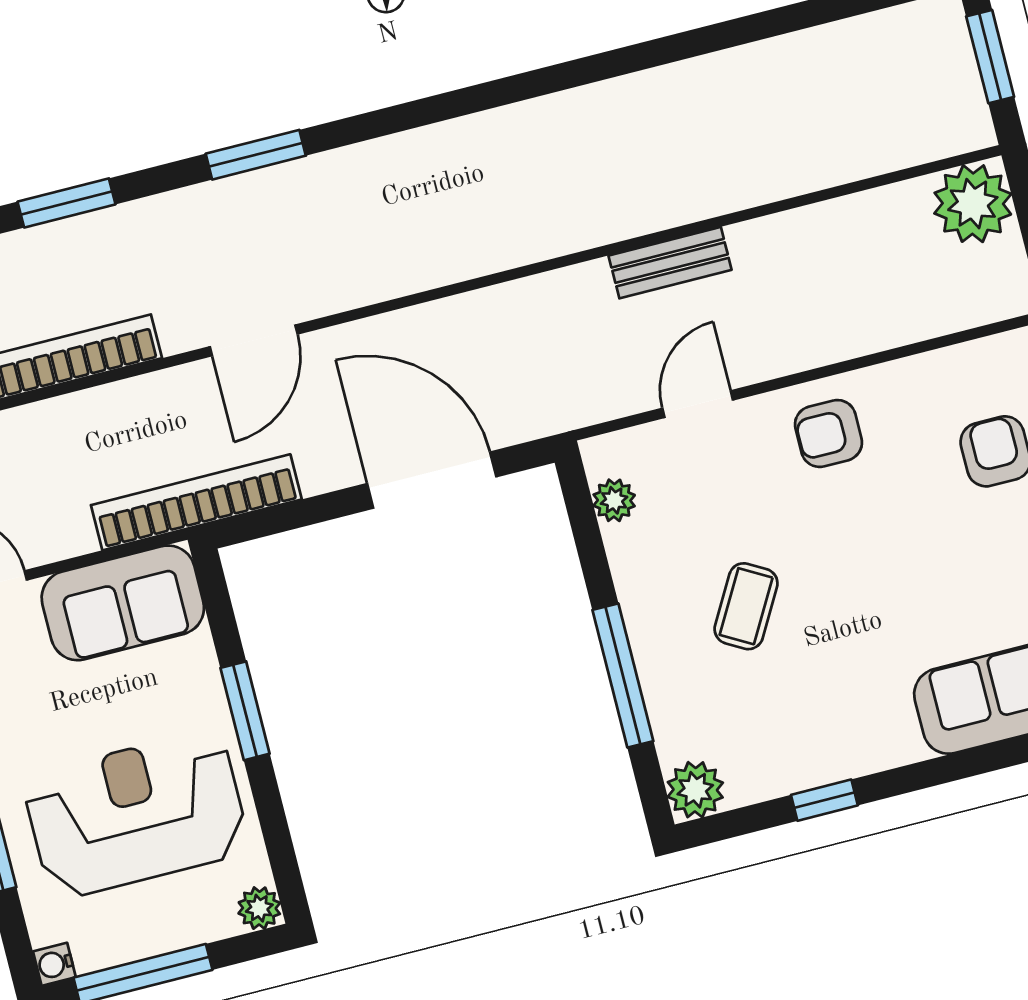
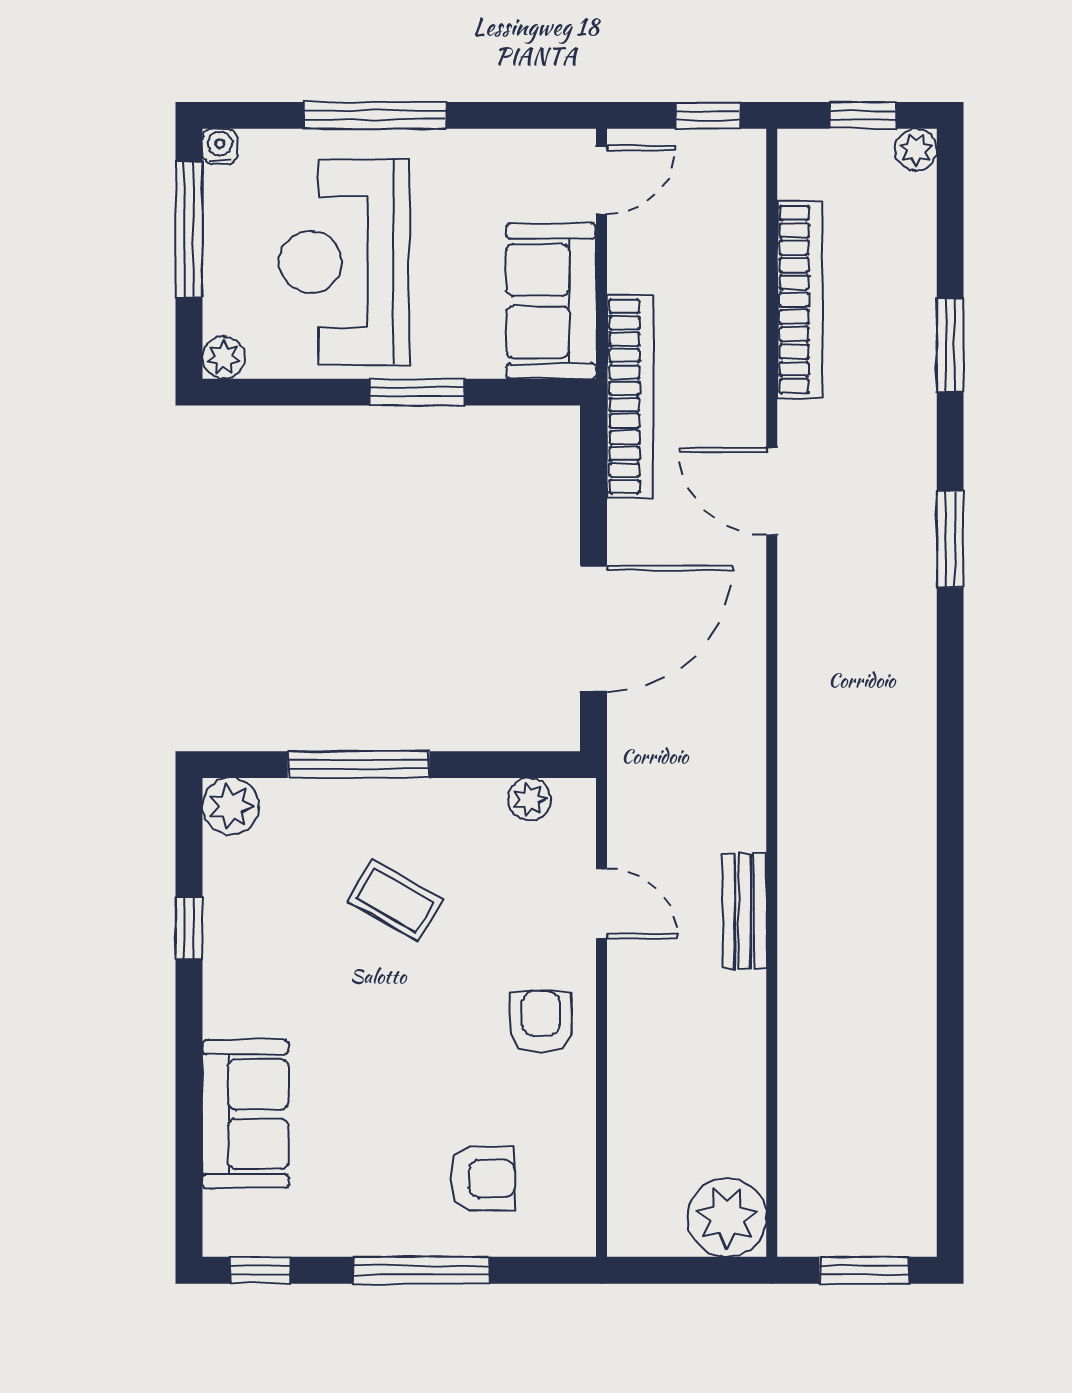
reception desk: (136, 814) -> (344, 262), turned 180

